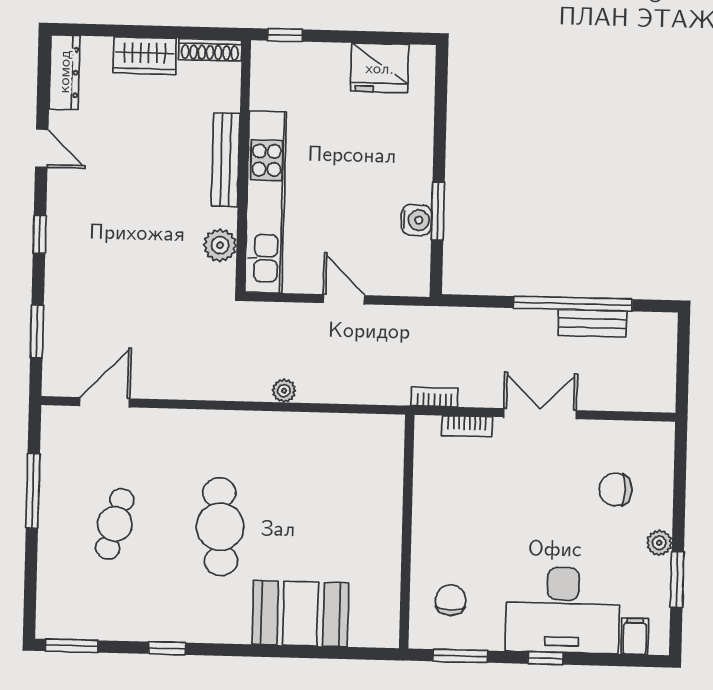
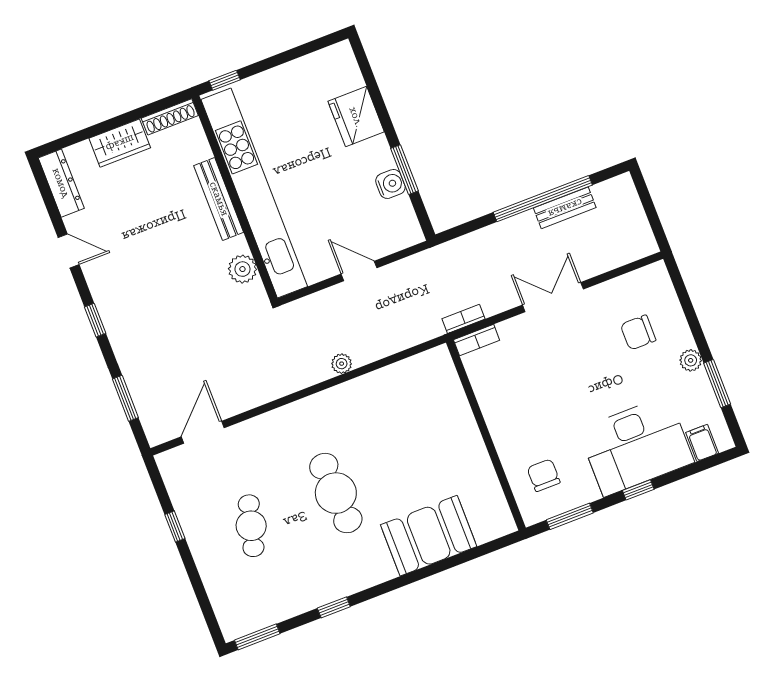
fridge: (380, 68) -> (356, 117), moved, turned 90
kitchen unit: (266, 202) -> (254, 193), width x1.36
bookcase: (467, 426) -> (477, 340), moved
window: (33, 491) -> (175, 526), width x0.46

